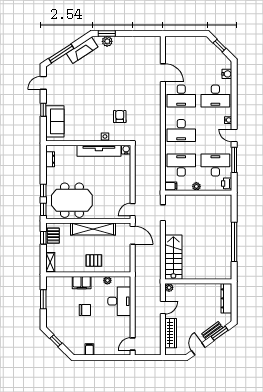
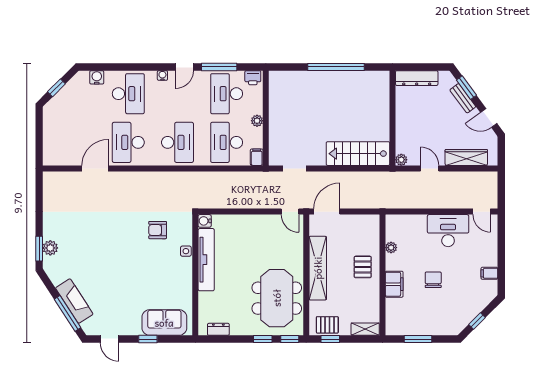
fireplace: (82, 50) -> (74, 301), moved
desk: (181, 96) -> (128, 142), turned 180
desk: (119, 301) -> (448, 231), moved

